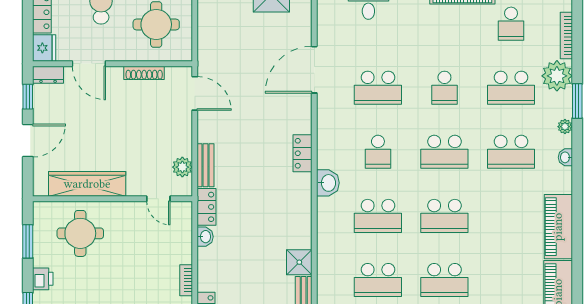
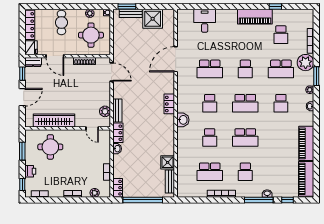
school desk: (511, 152) -> (281, 103), width x0.54
school desk: (378, 216) -> (210, 138), width x0.54
school desk: (444, 280) -> (245, 172), width x0.54

